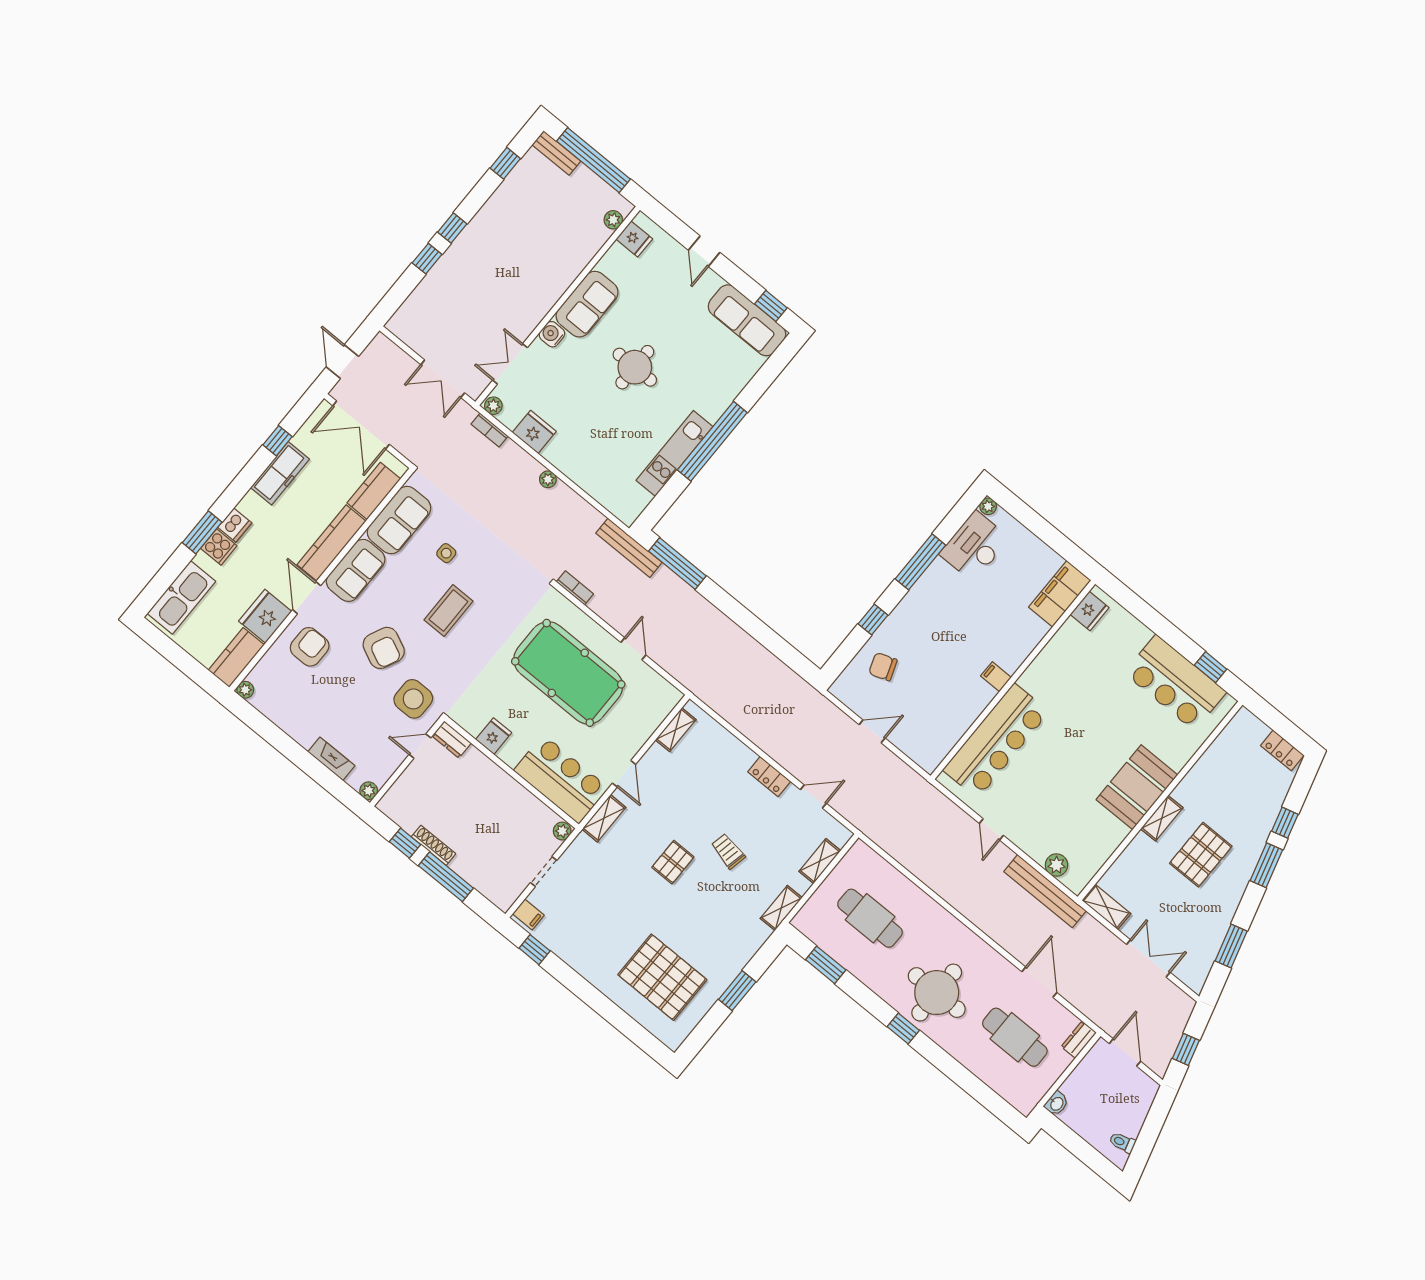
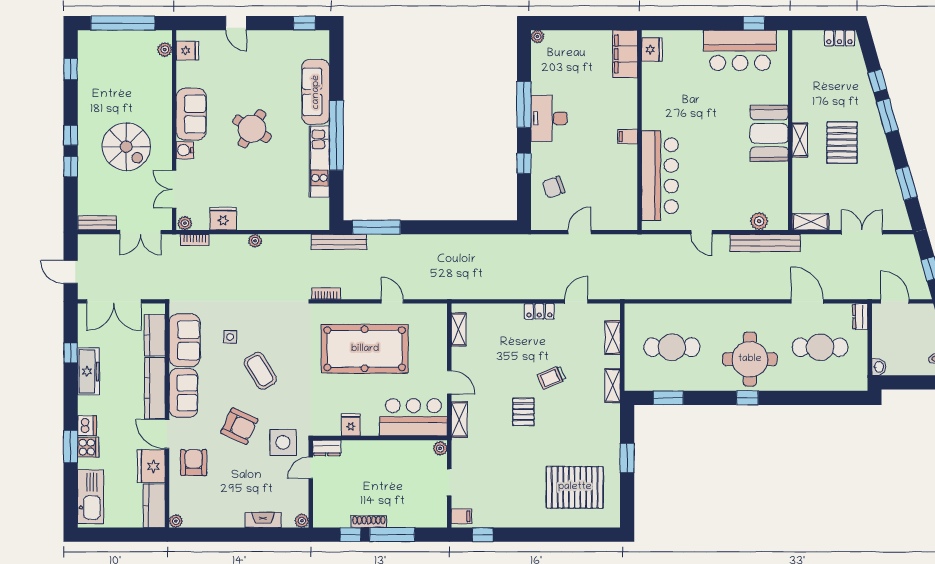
bench: (556, 153) -> (97, 223), moved
spiral stairs: (497, 284) -> (126, 147), added
sofa: (747, 320) -> (316, 92), moved, turned 90
round table: (635, 367) -> (252, 129), turned 31
desk: (975, 546) -> (549, 118), moved
coffee table: (448, 611) -> (260, 371), turned -31
trolley: (728, 851) -> (552, 377), turned -35

